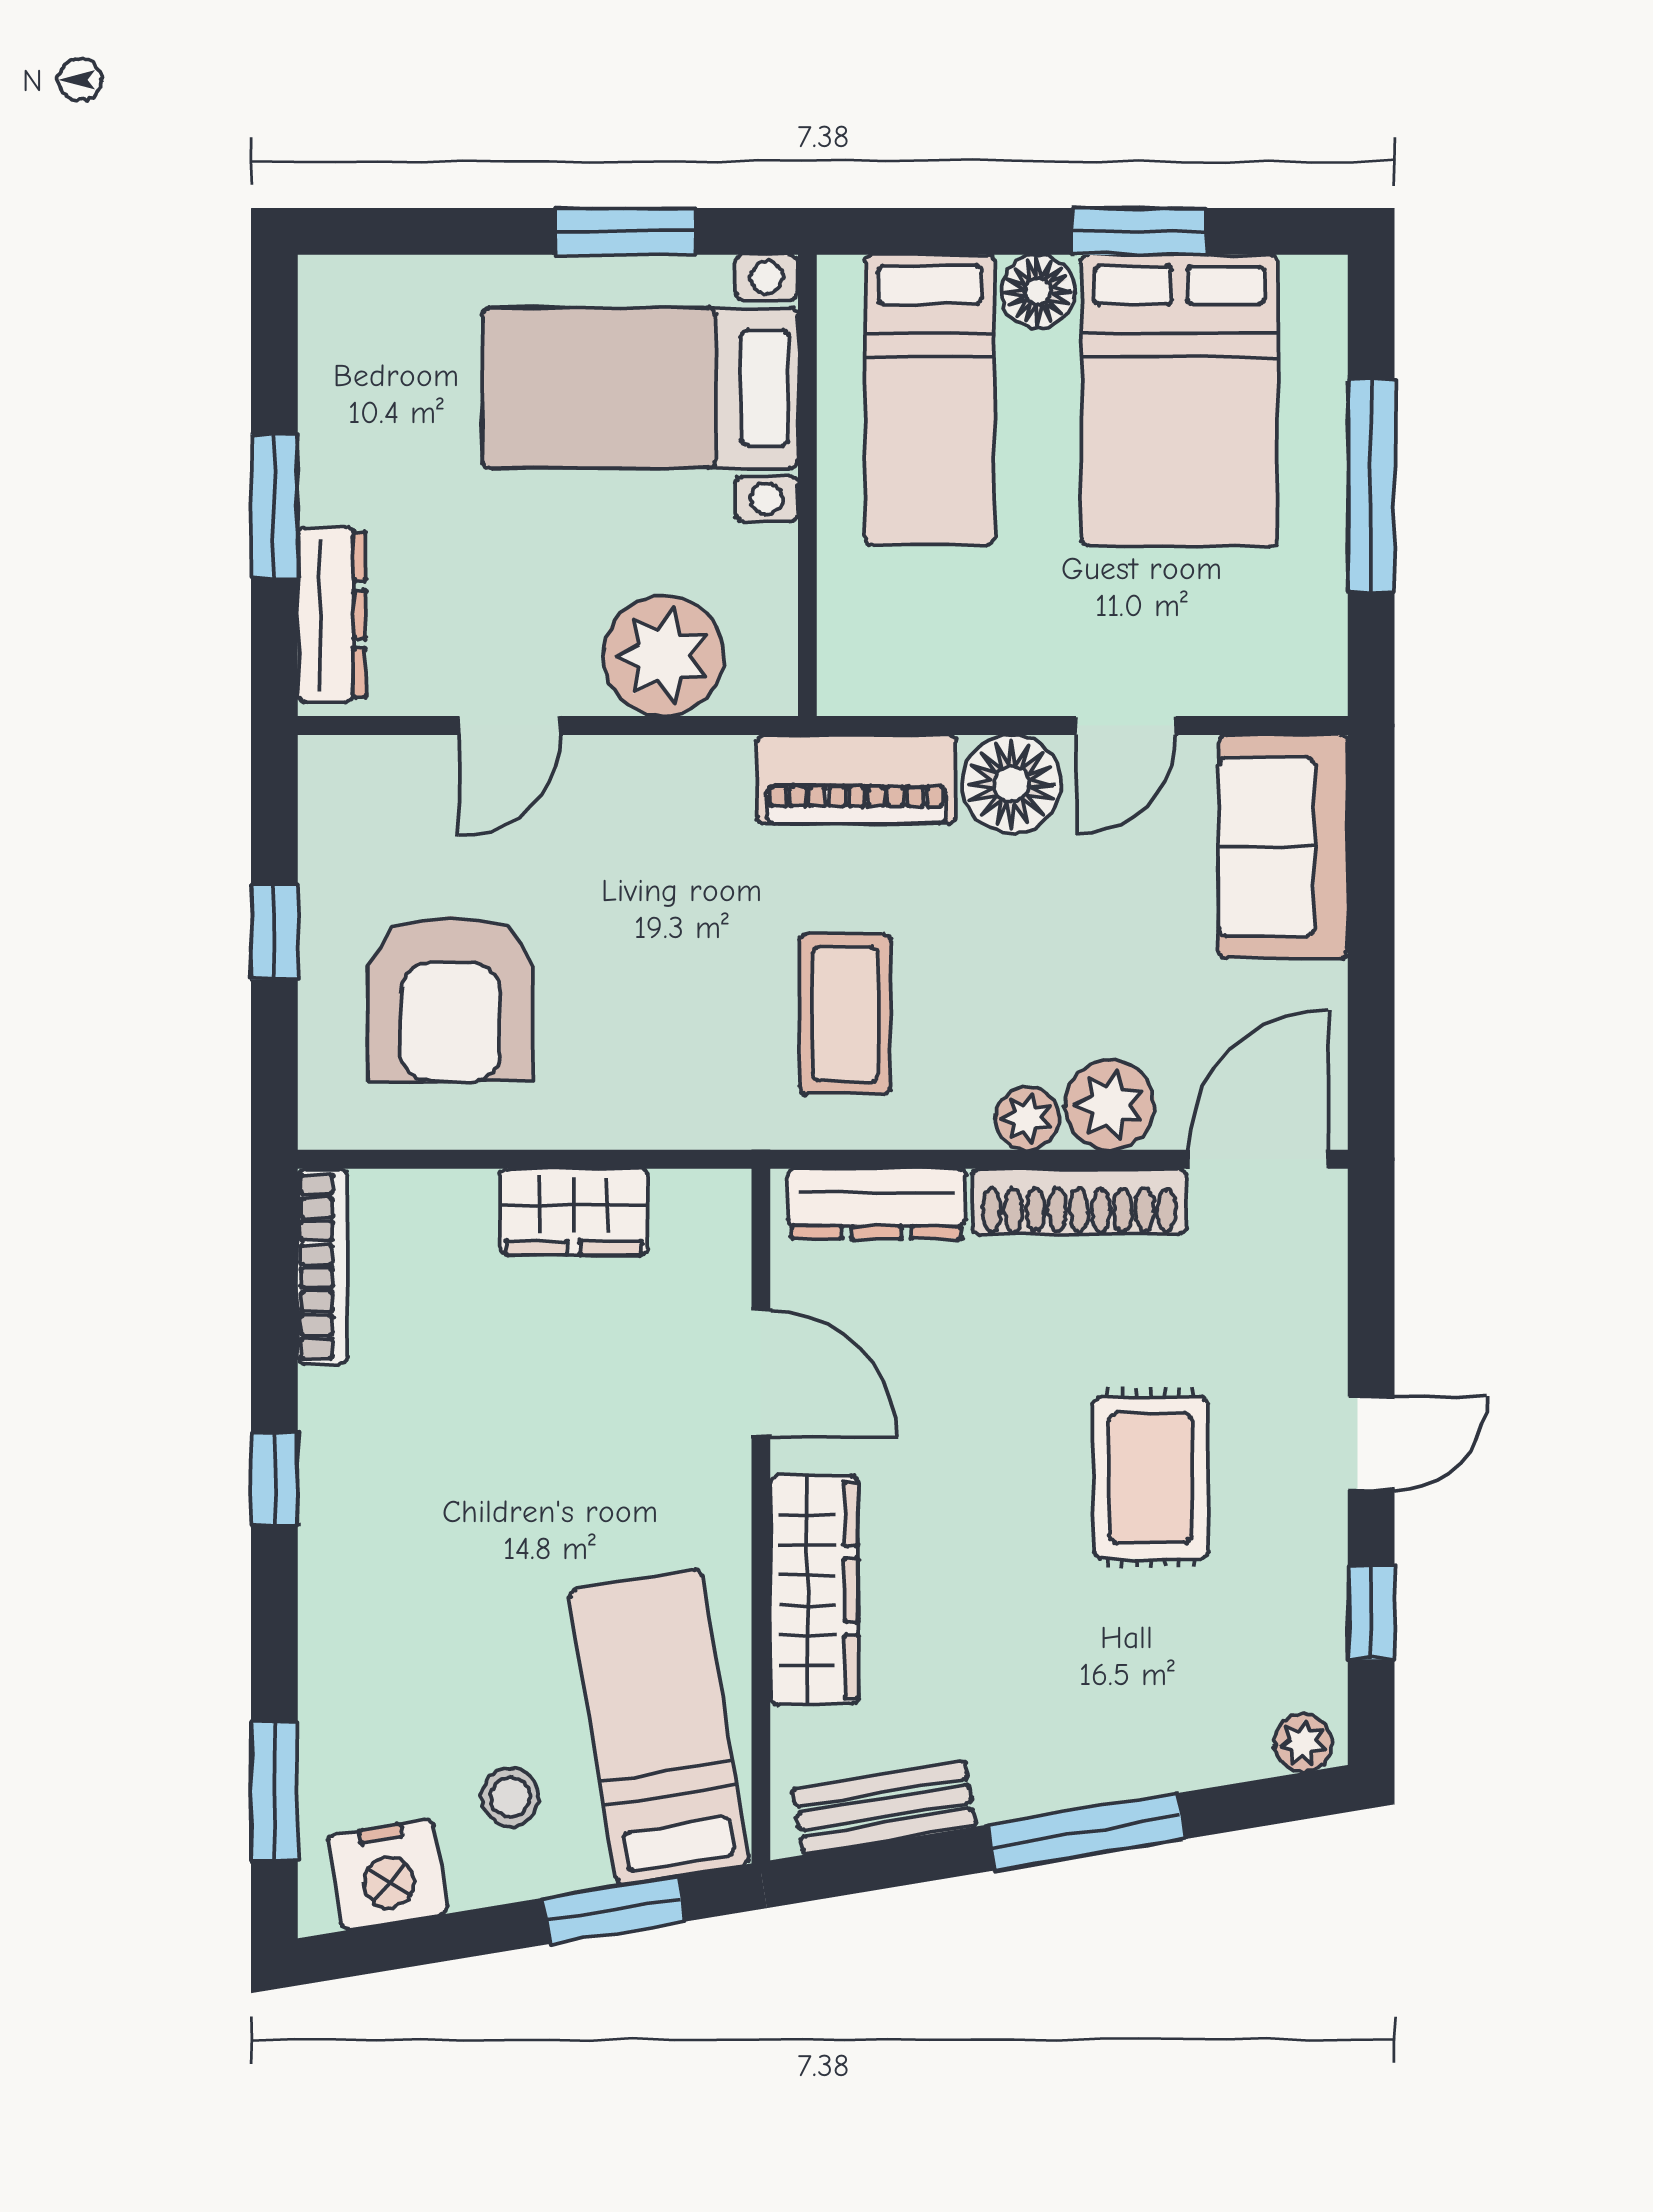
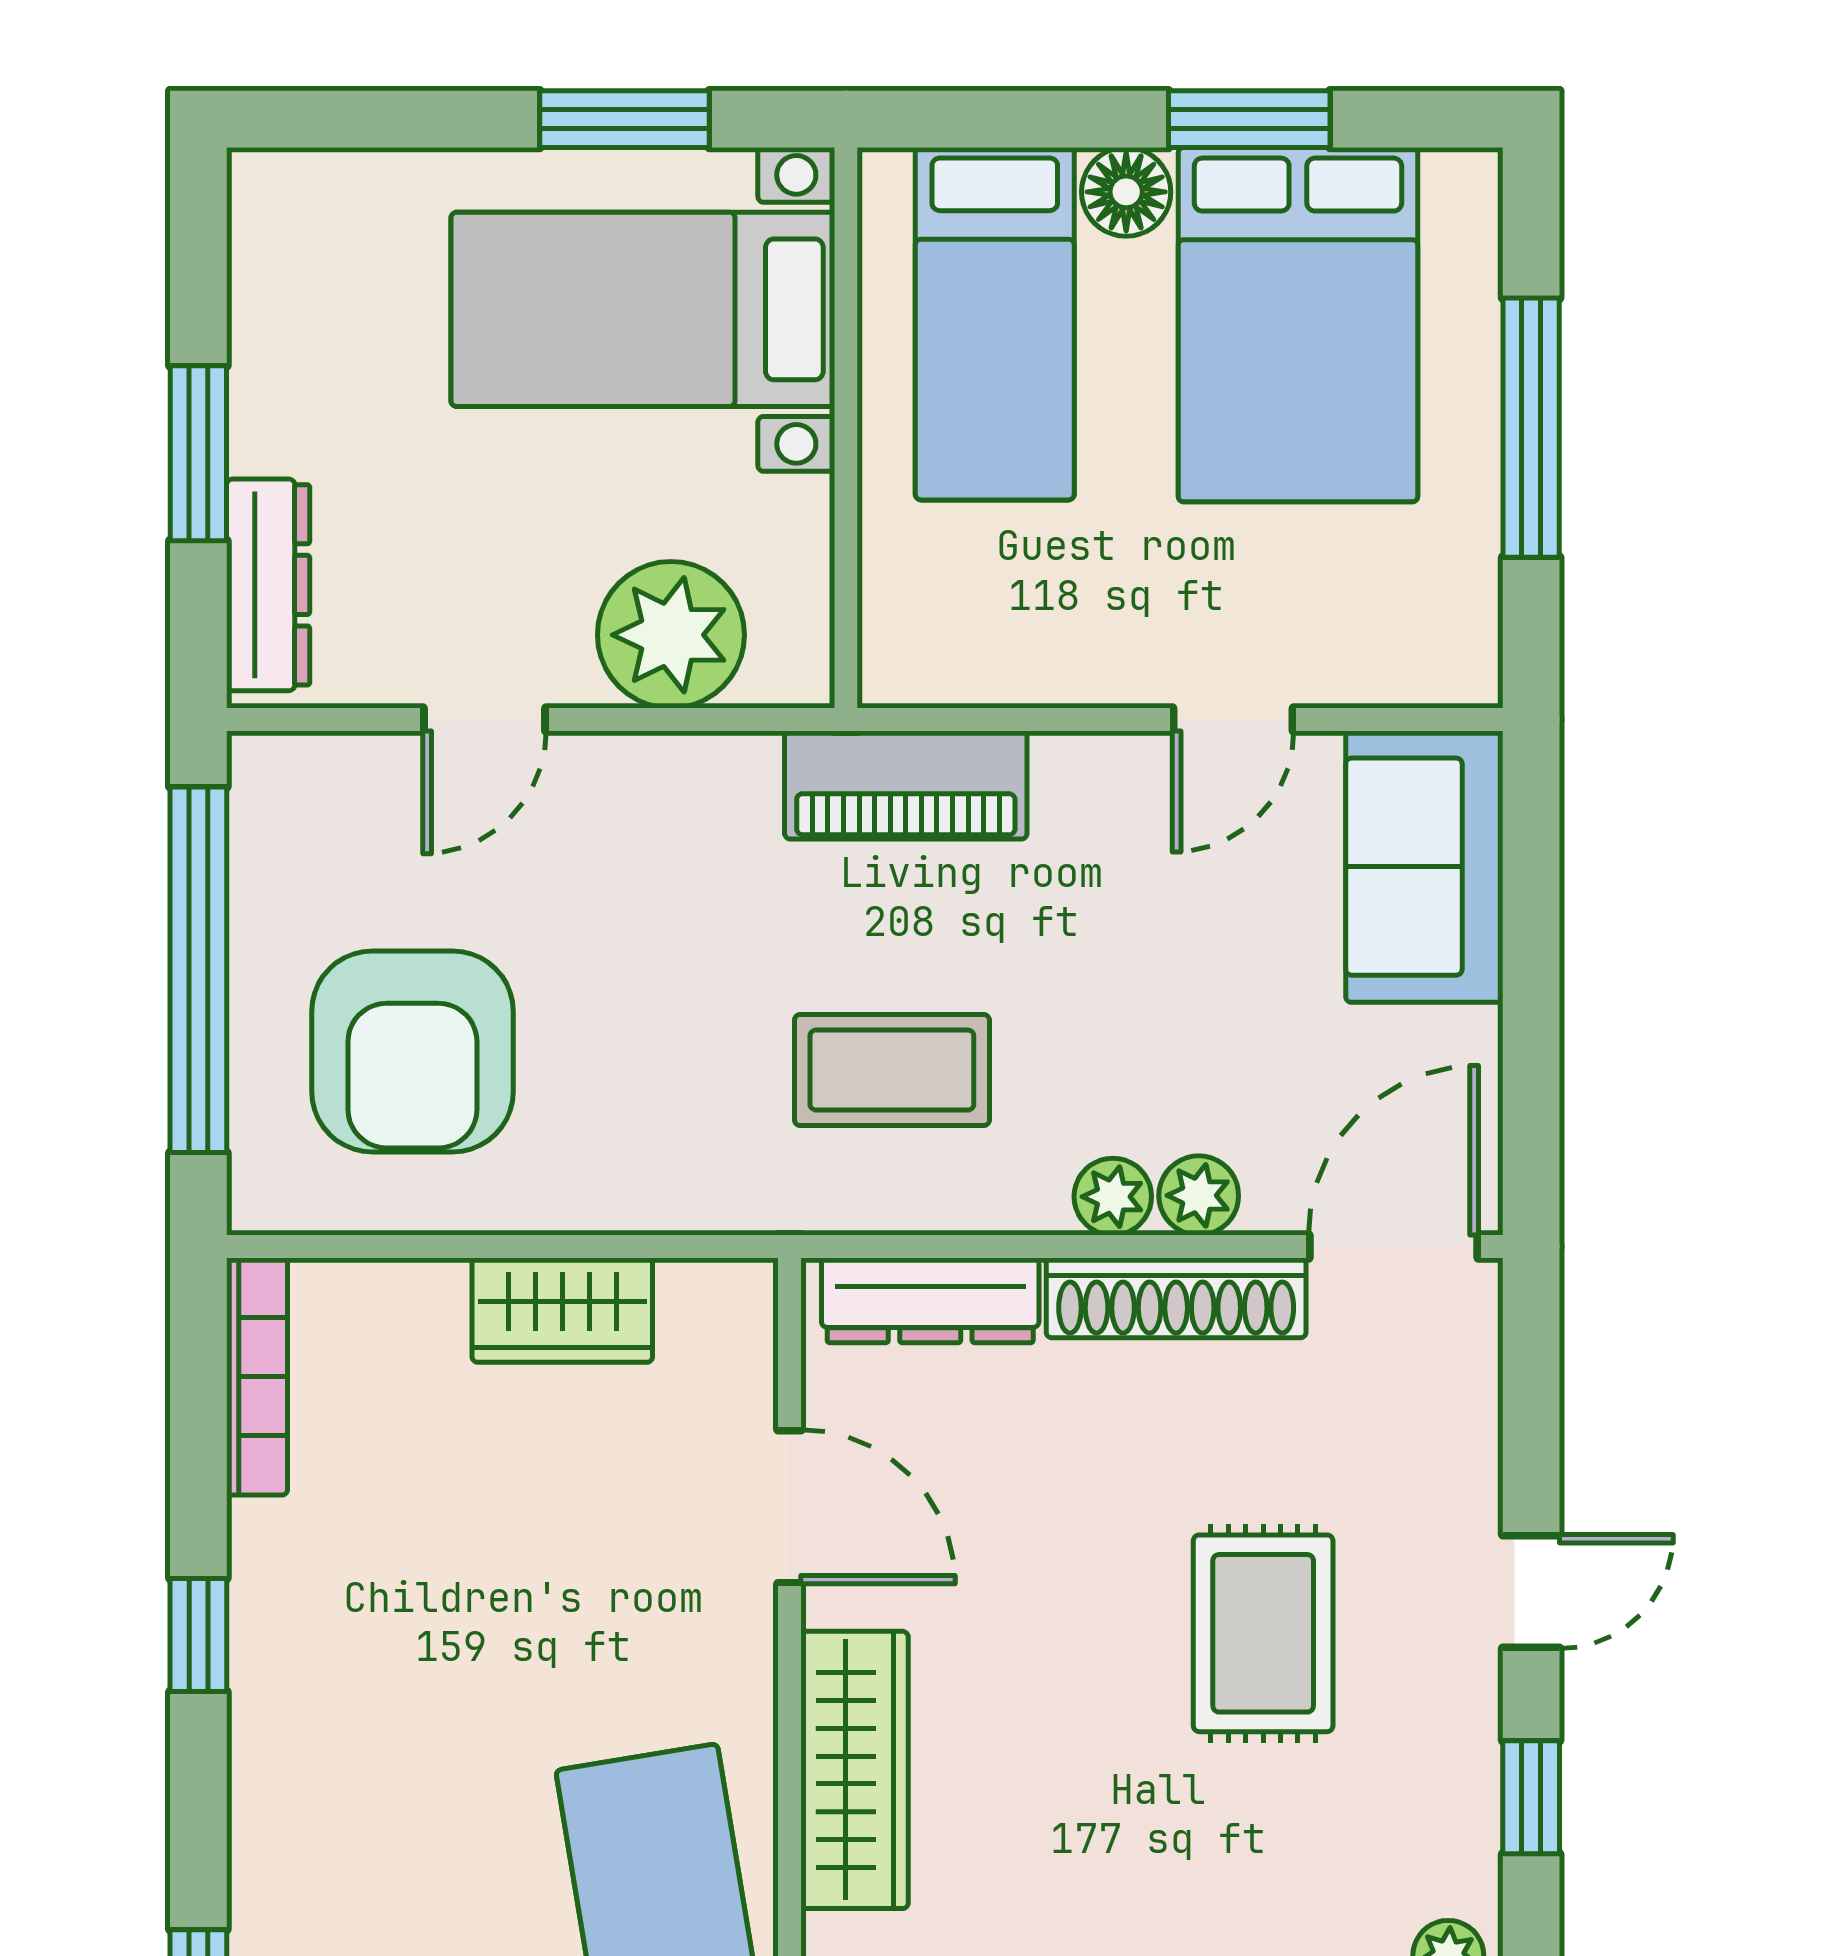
floor lamp: (1012, 784) -> (1094, 791), removed
window: (274, 931) -> (198, 970), width x3.17
coffee table: (845, 1014) -> (892, 1070), turned 90
plant: (1110, 1105) -> (1199, 1195), width x0.73, depth x0.73

